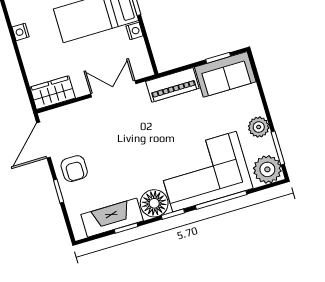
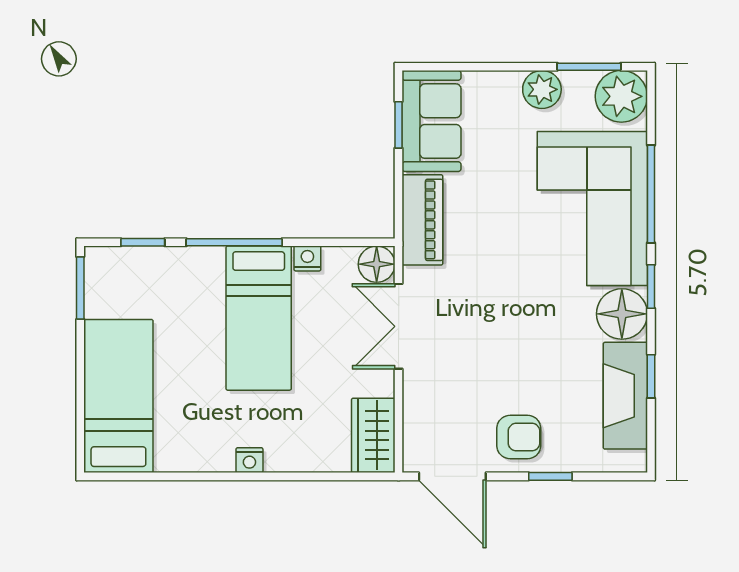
floor lamp: (142, 68) -> (377, 264), added

